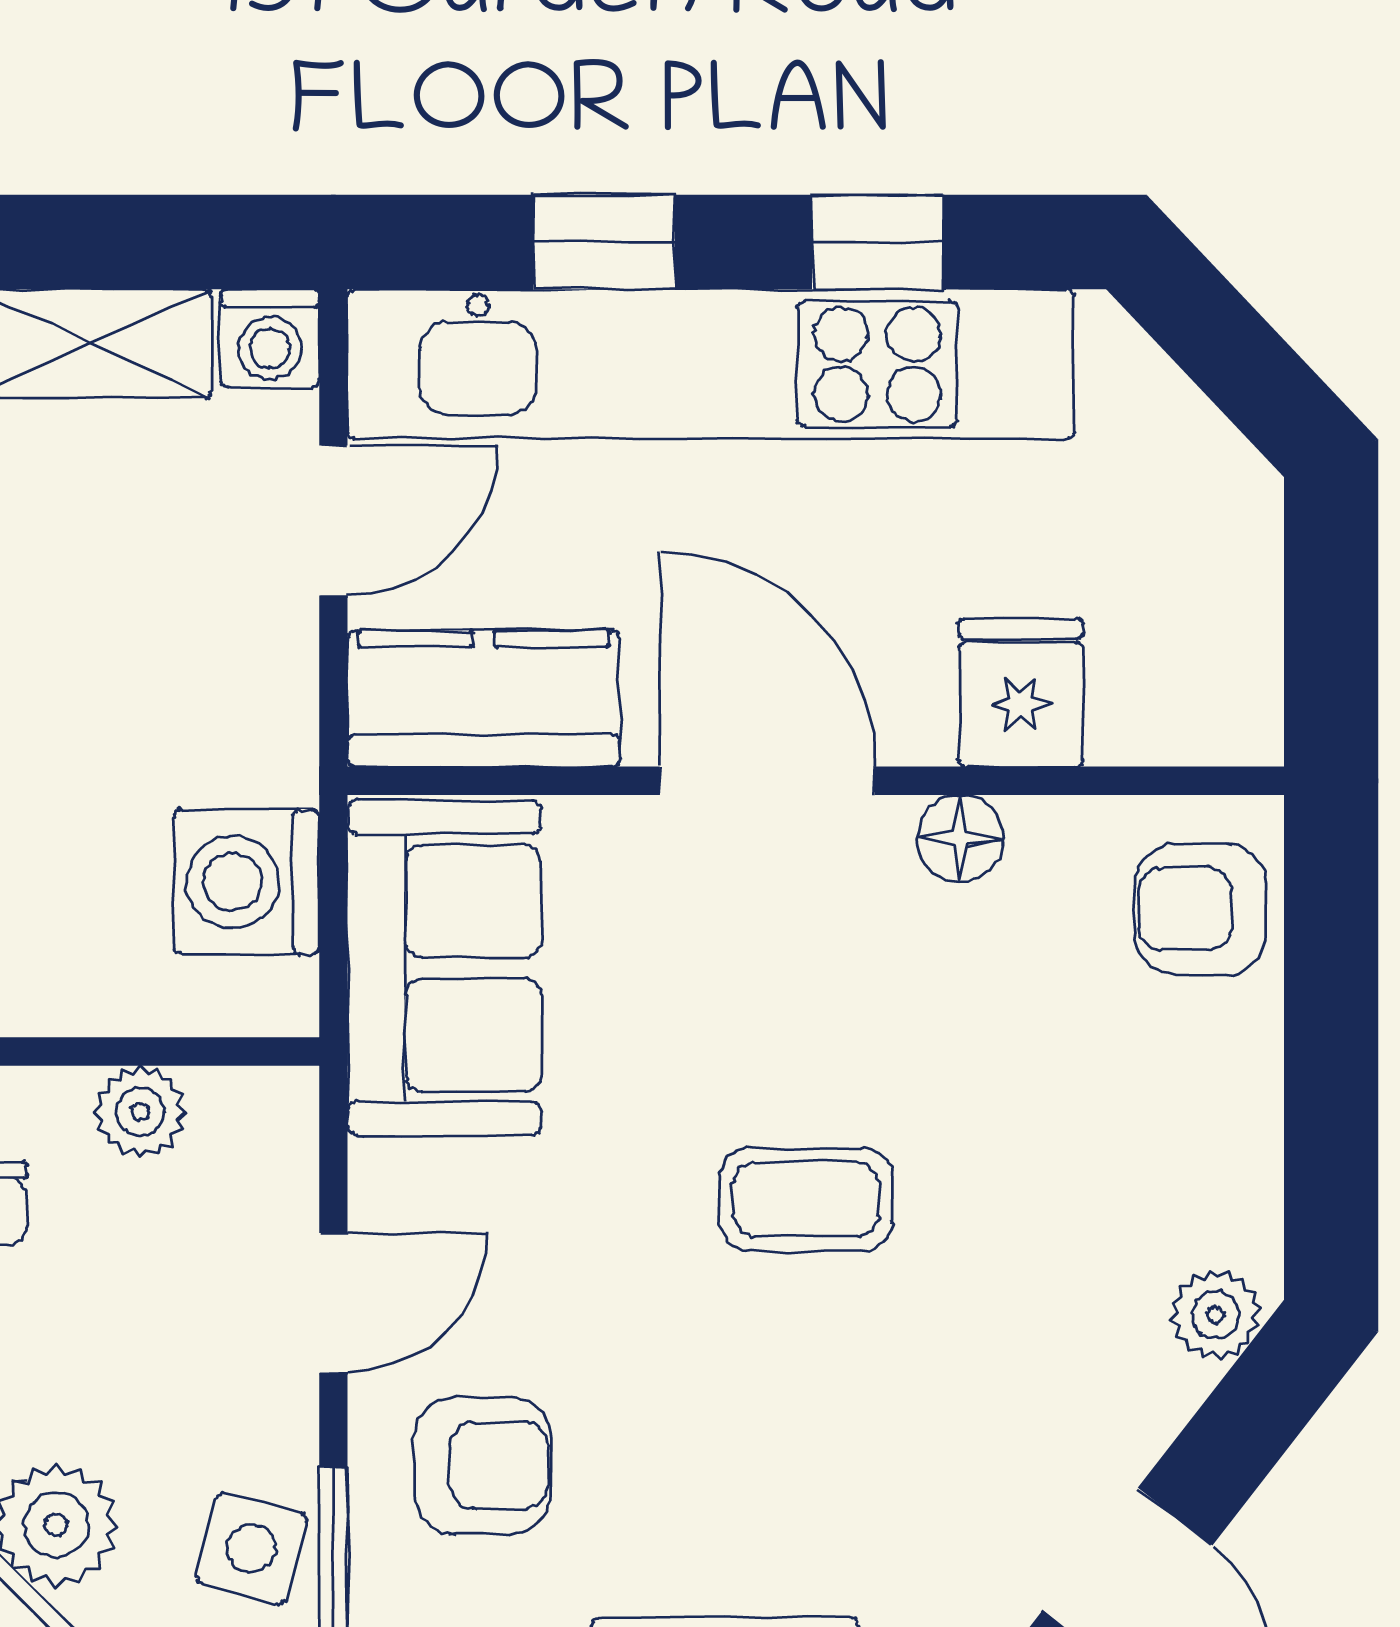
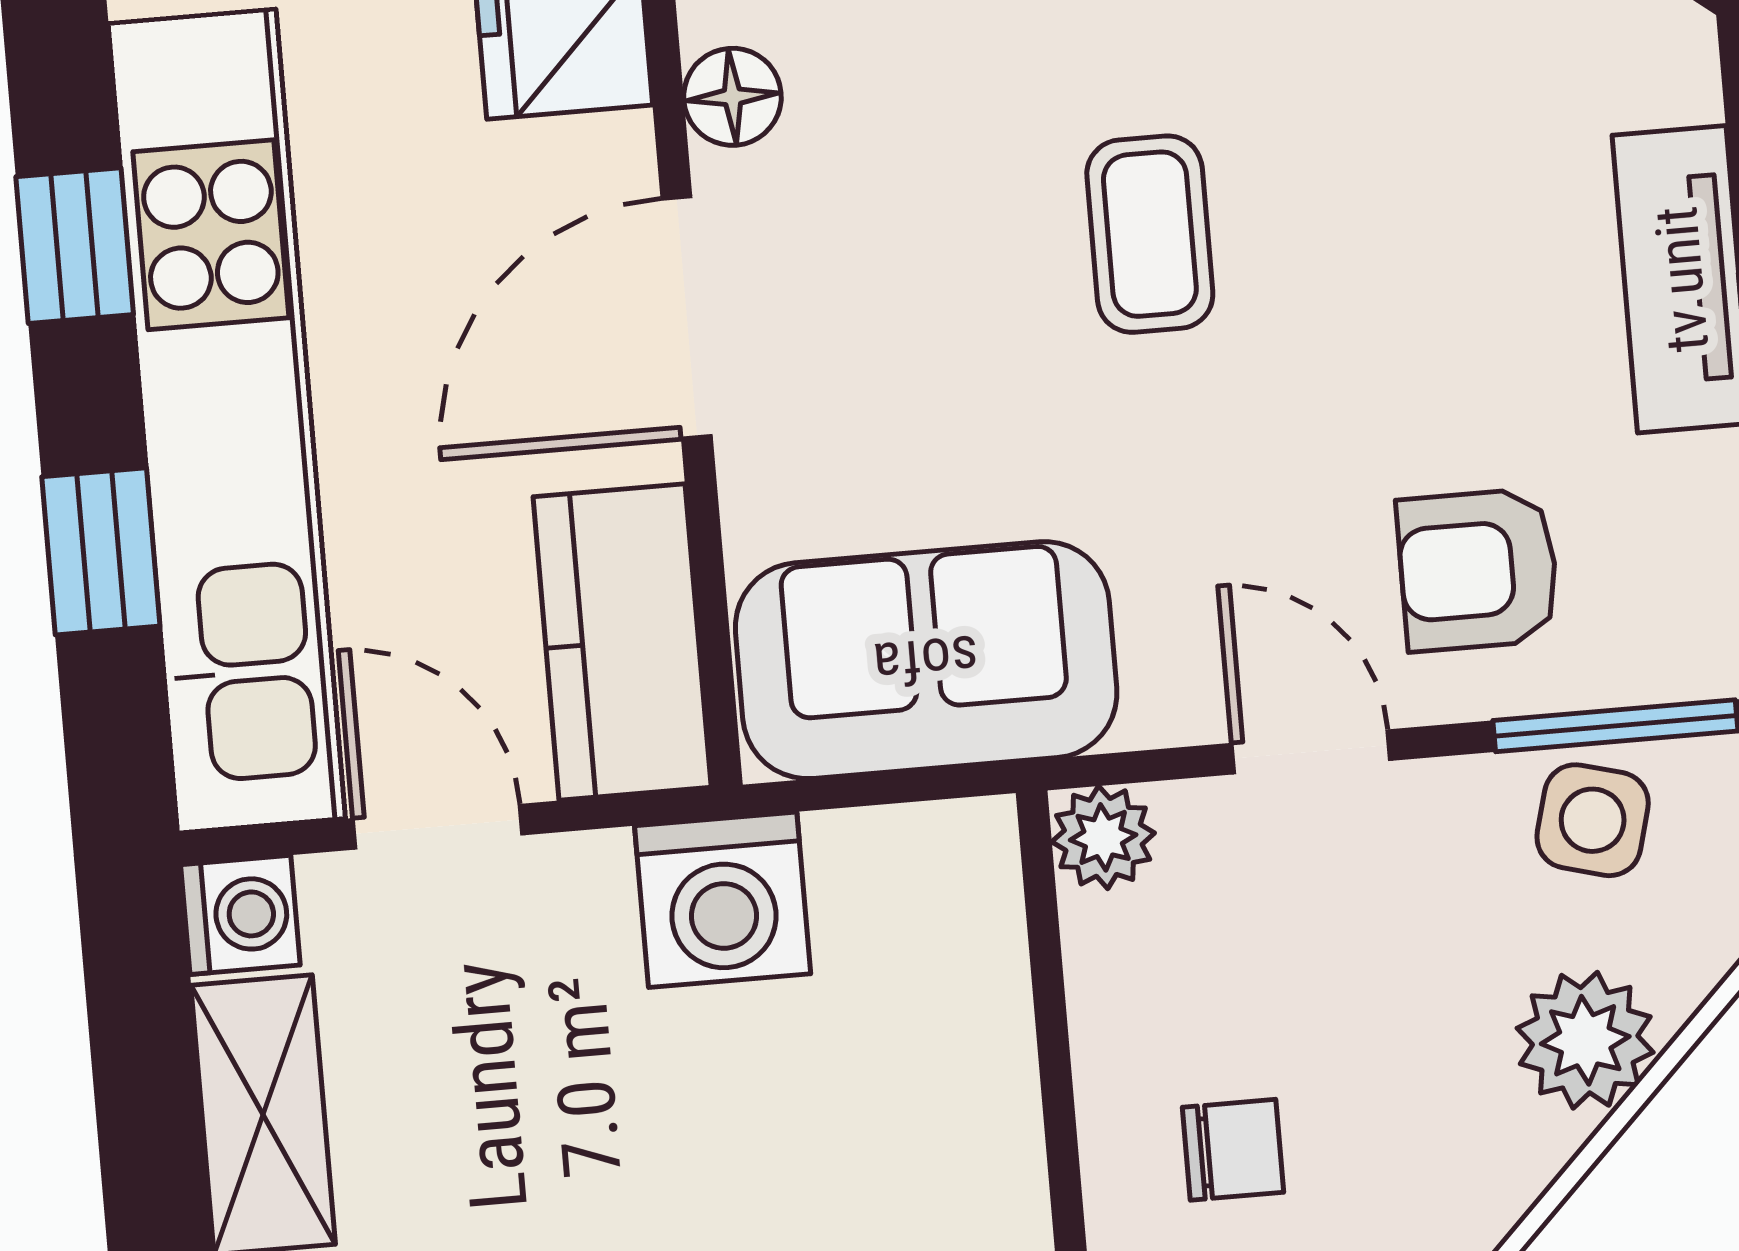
washing machine: (247, 882) -> (723, 900), moved
plant: (140, 1112) -> (1103, 837), moved
armchair: (483, 1466) -> (1478, 570), turned -90

